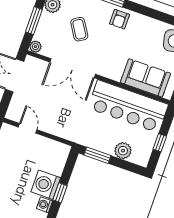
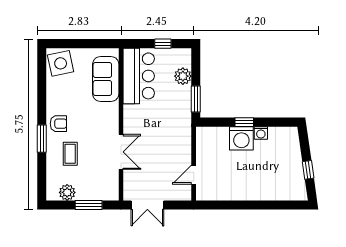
coffee table: (79, 29) -> (70, 154), moved, turned -58
plant: (35, 47) -> (113, 195), removed
double door: (73, 68) -> (121, 152), width x0.73
bar counter: (128, 106) -> (139, 76), width x0.73

